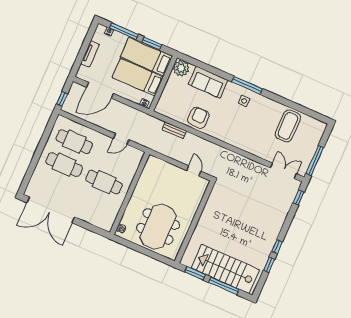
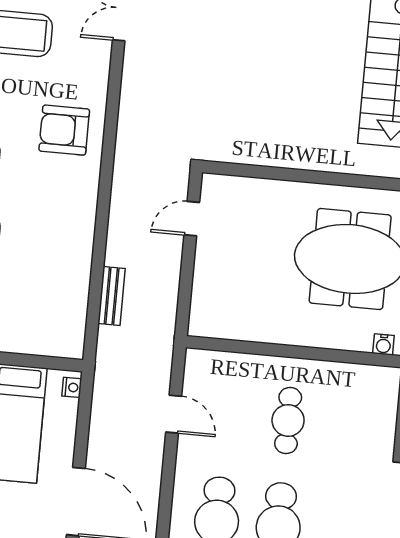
armchair: (198, 118) -> (64, 130), moved
cafe table: (104, 182) -> (288, 420), width x0.73, depth x0.74

